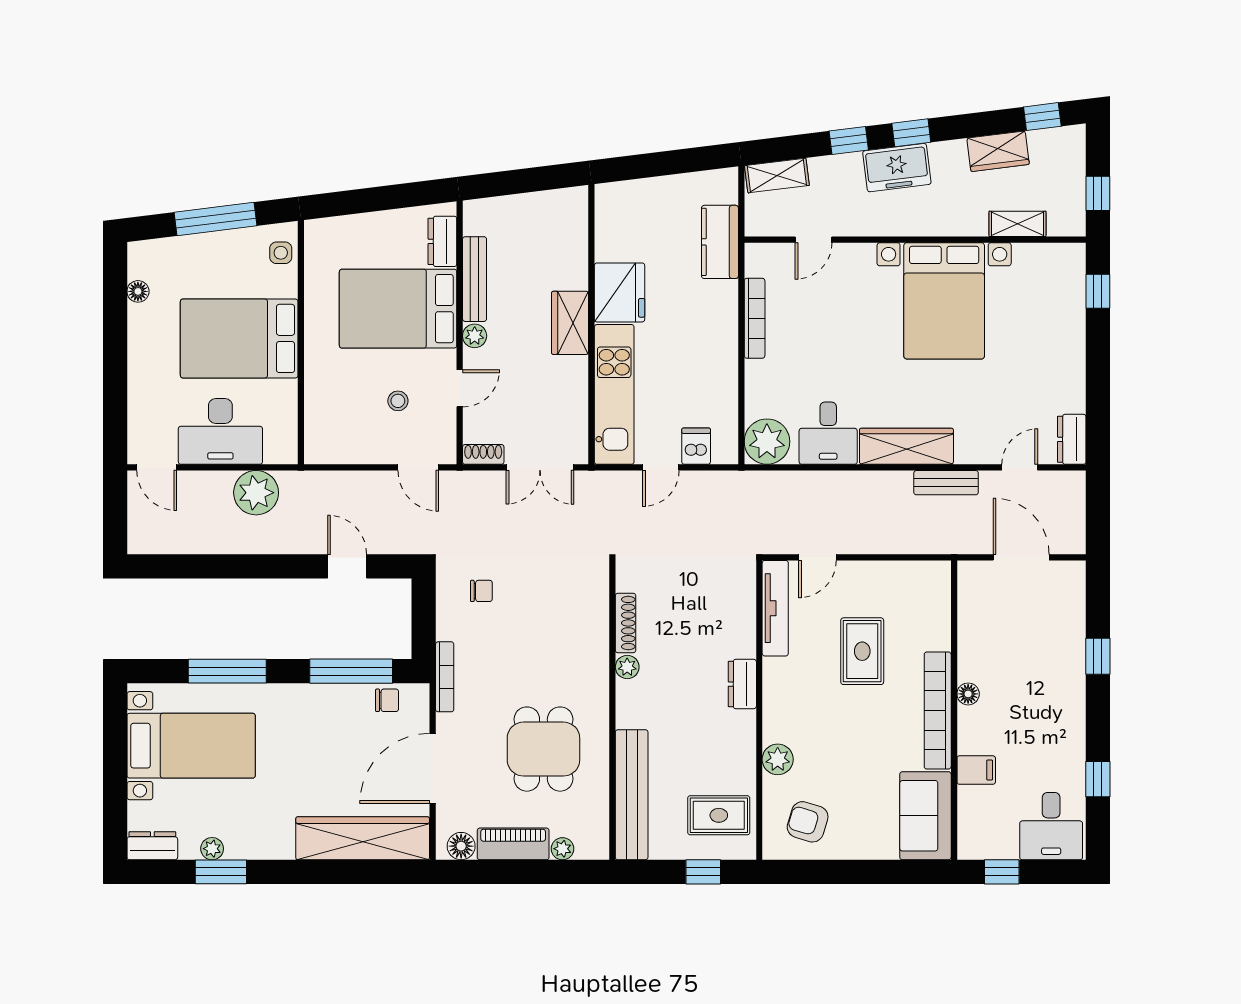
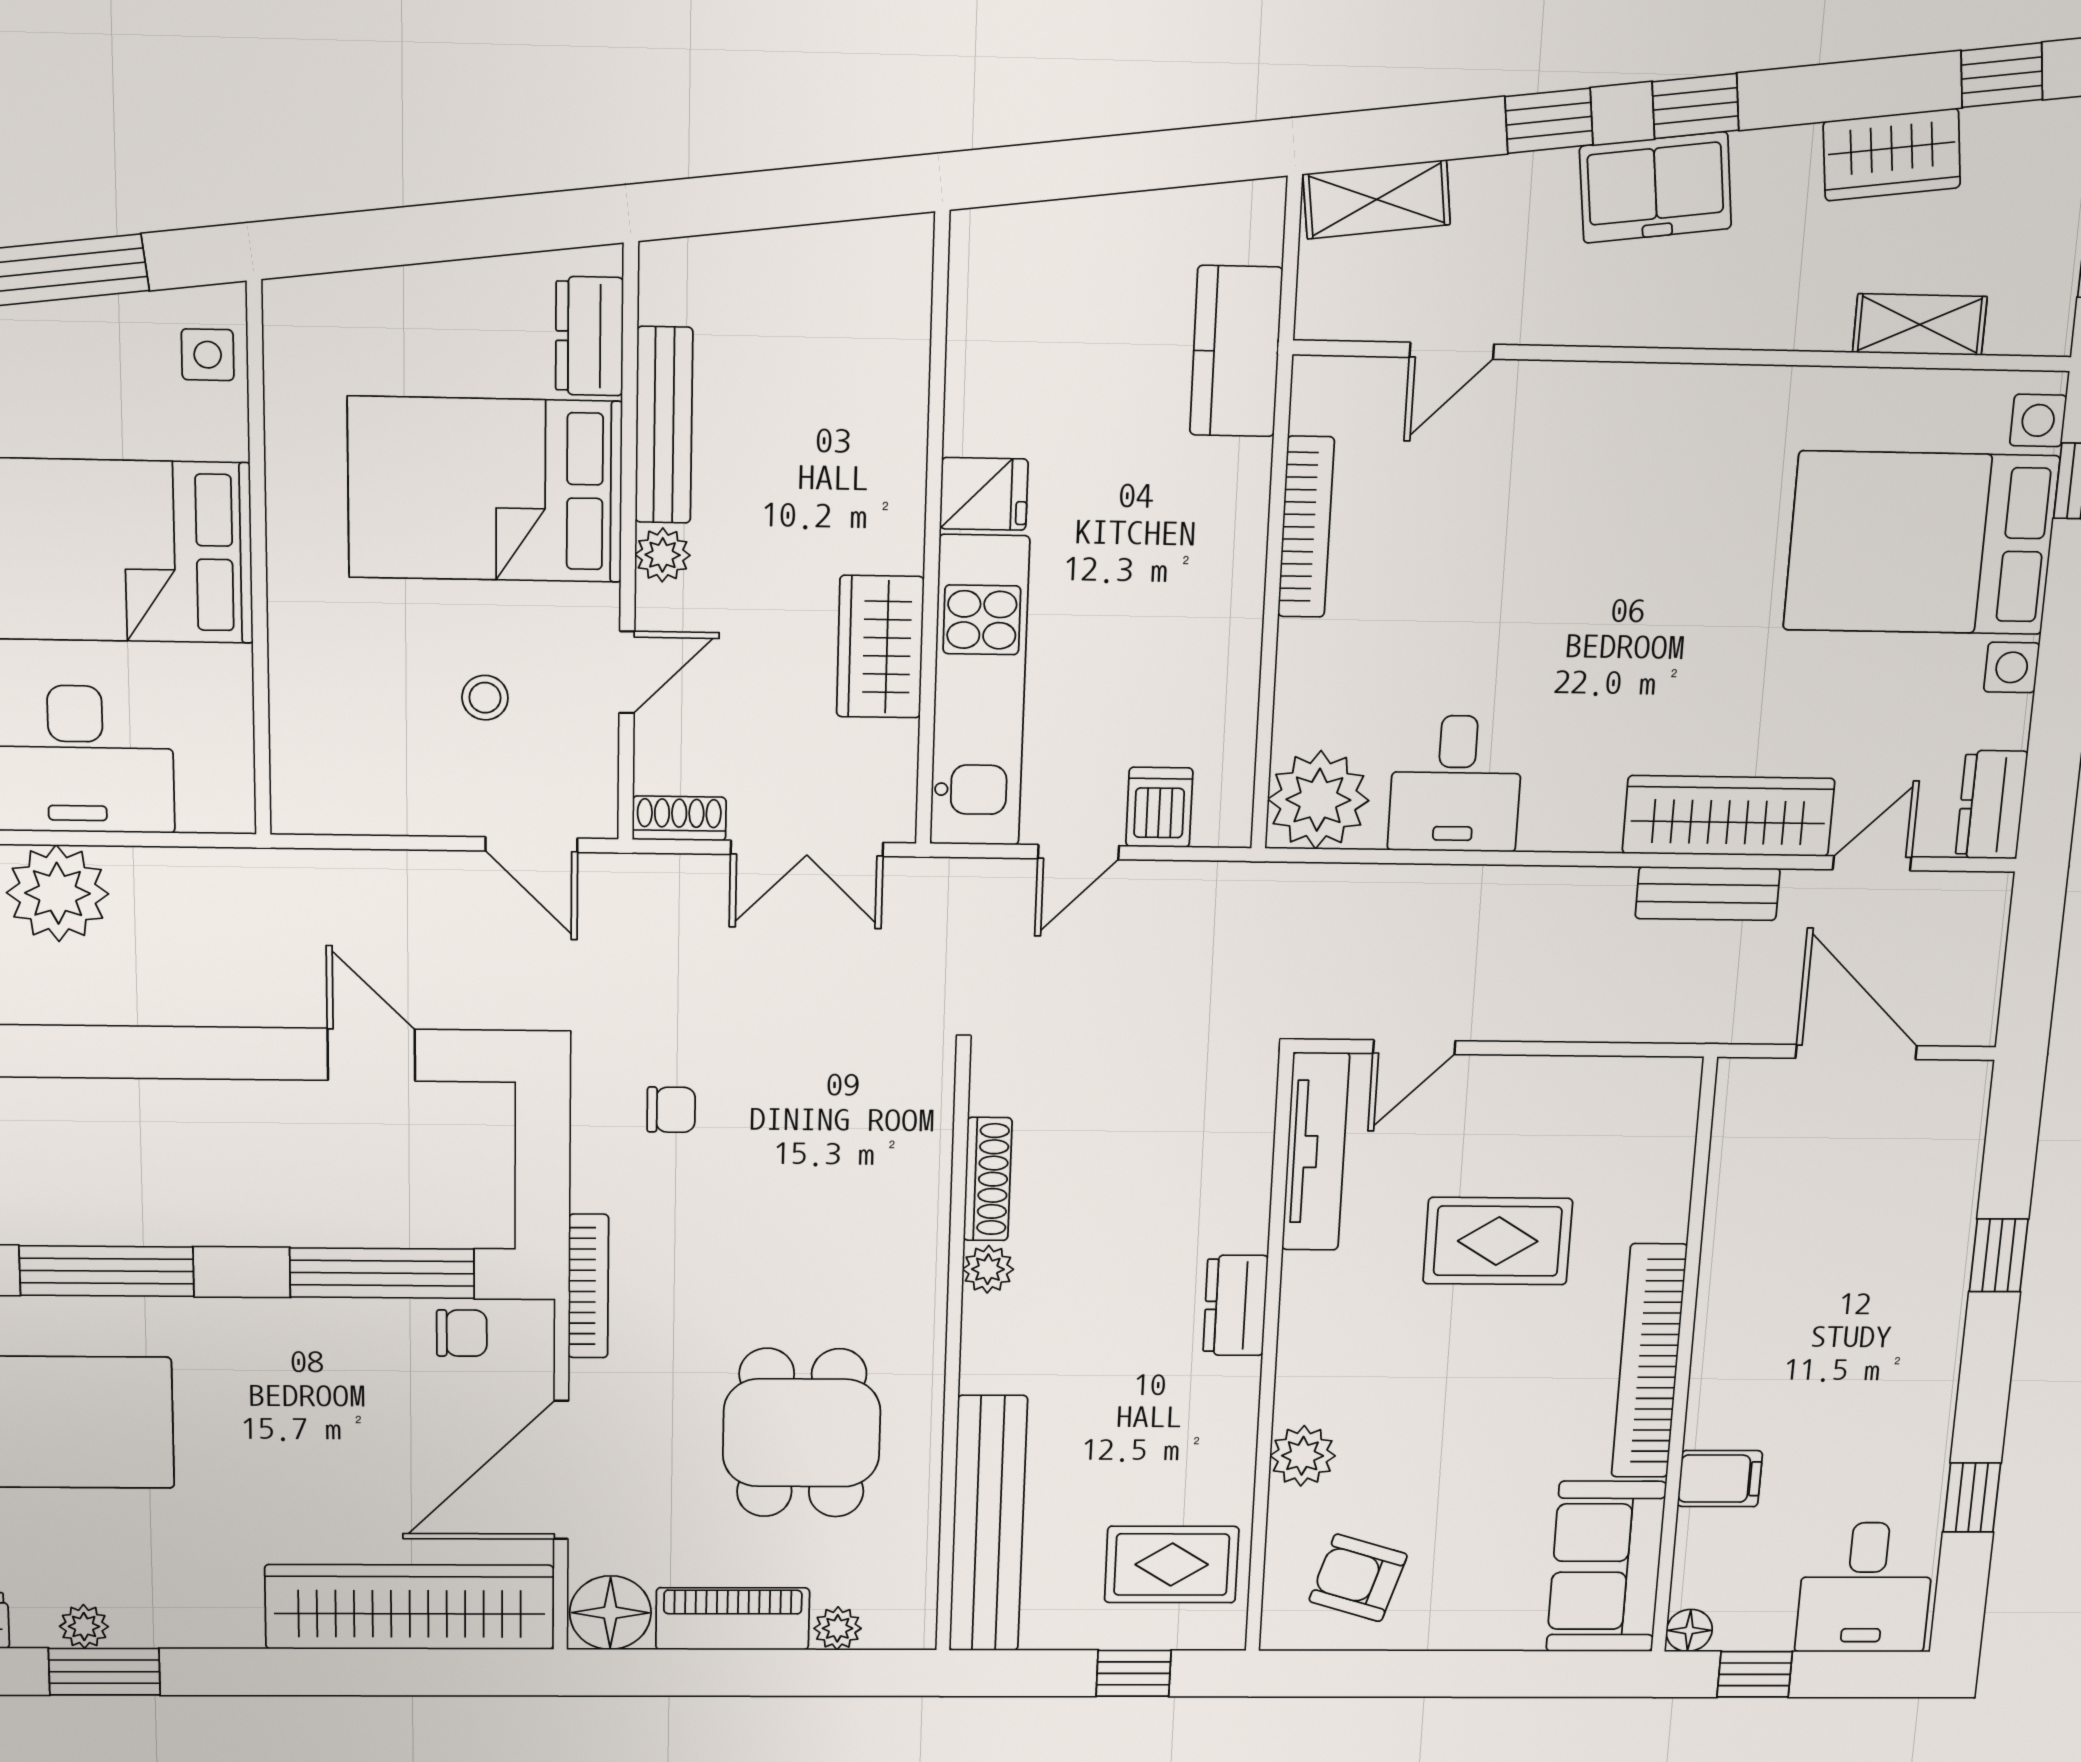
fridge: (620, 292) -> (984, 494), width x0.53, depth x0.75
bed with nightstands: (944, 301) -> (1921, 543), moved, turned 90
wardrobe: (570, 323) -> (880, 647), moved
wardrobe: (906, 446) -> (1728, 816), moved
plant: (256, 493) -> (58, 893), moved
rug: (862, 651) -> (1498, 1241), turned 90
floor lamp: (968, 694) -> (1689, 1630), moved
floor lamp: (461, 846) -> (610, 1613), width x1.38, depth x1.38

